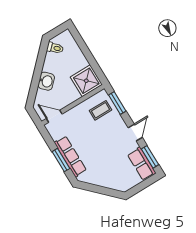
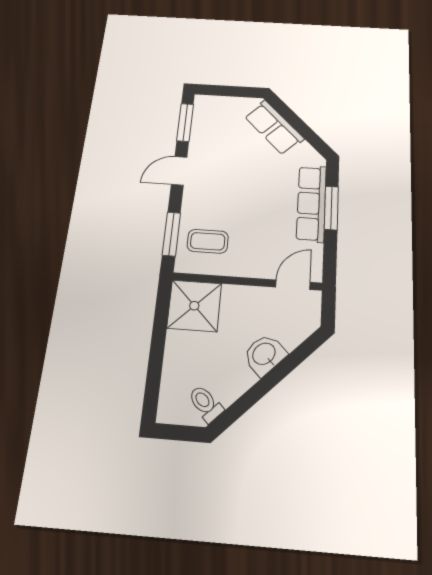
door: (54, 116) -> (293, 285), swing flipped
row of seats: (142, 164) -> (274, 127), moved, turned 135

